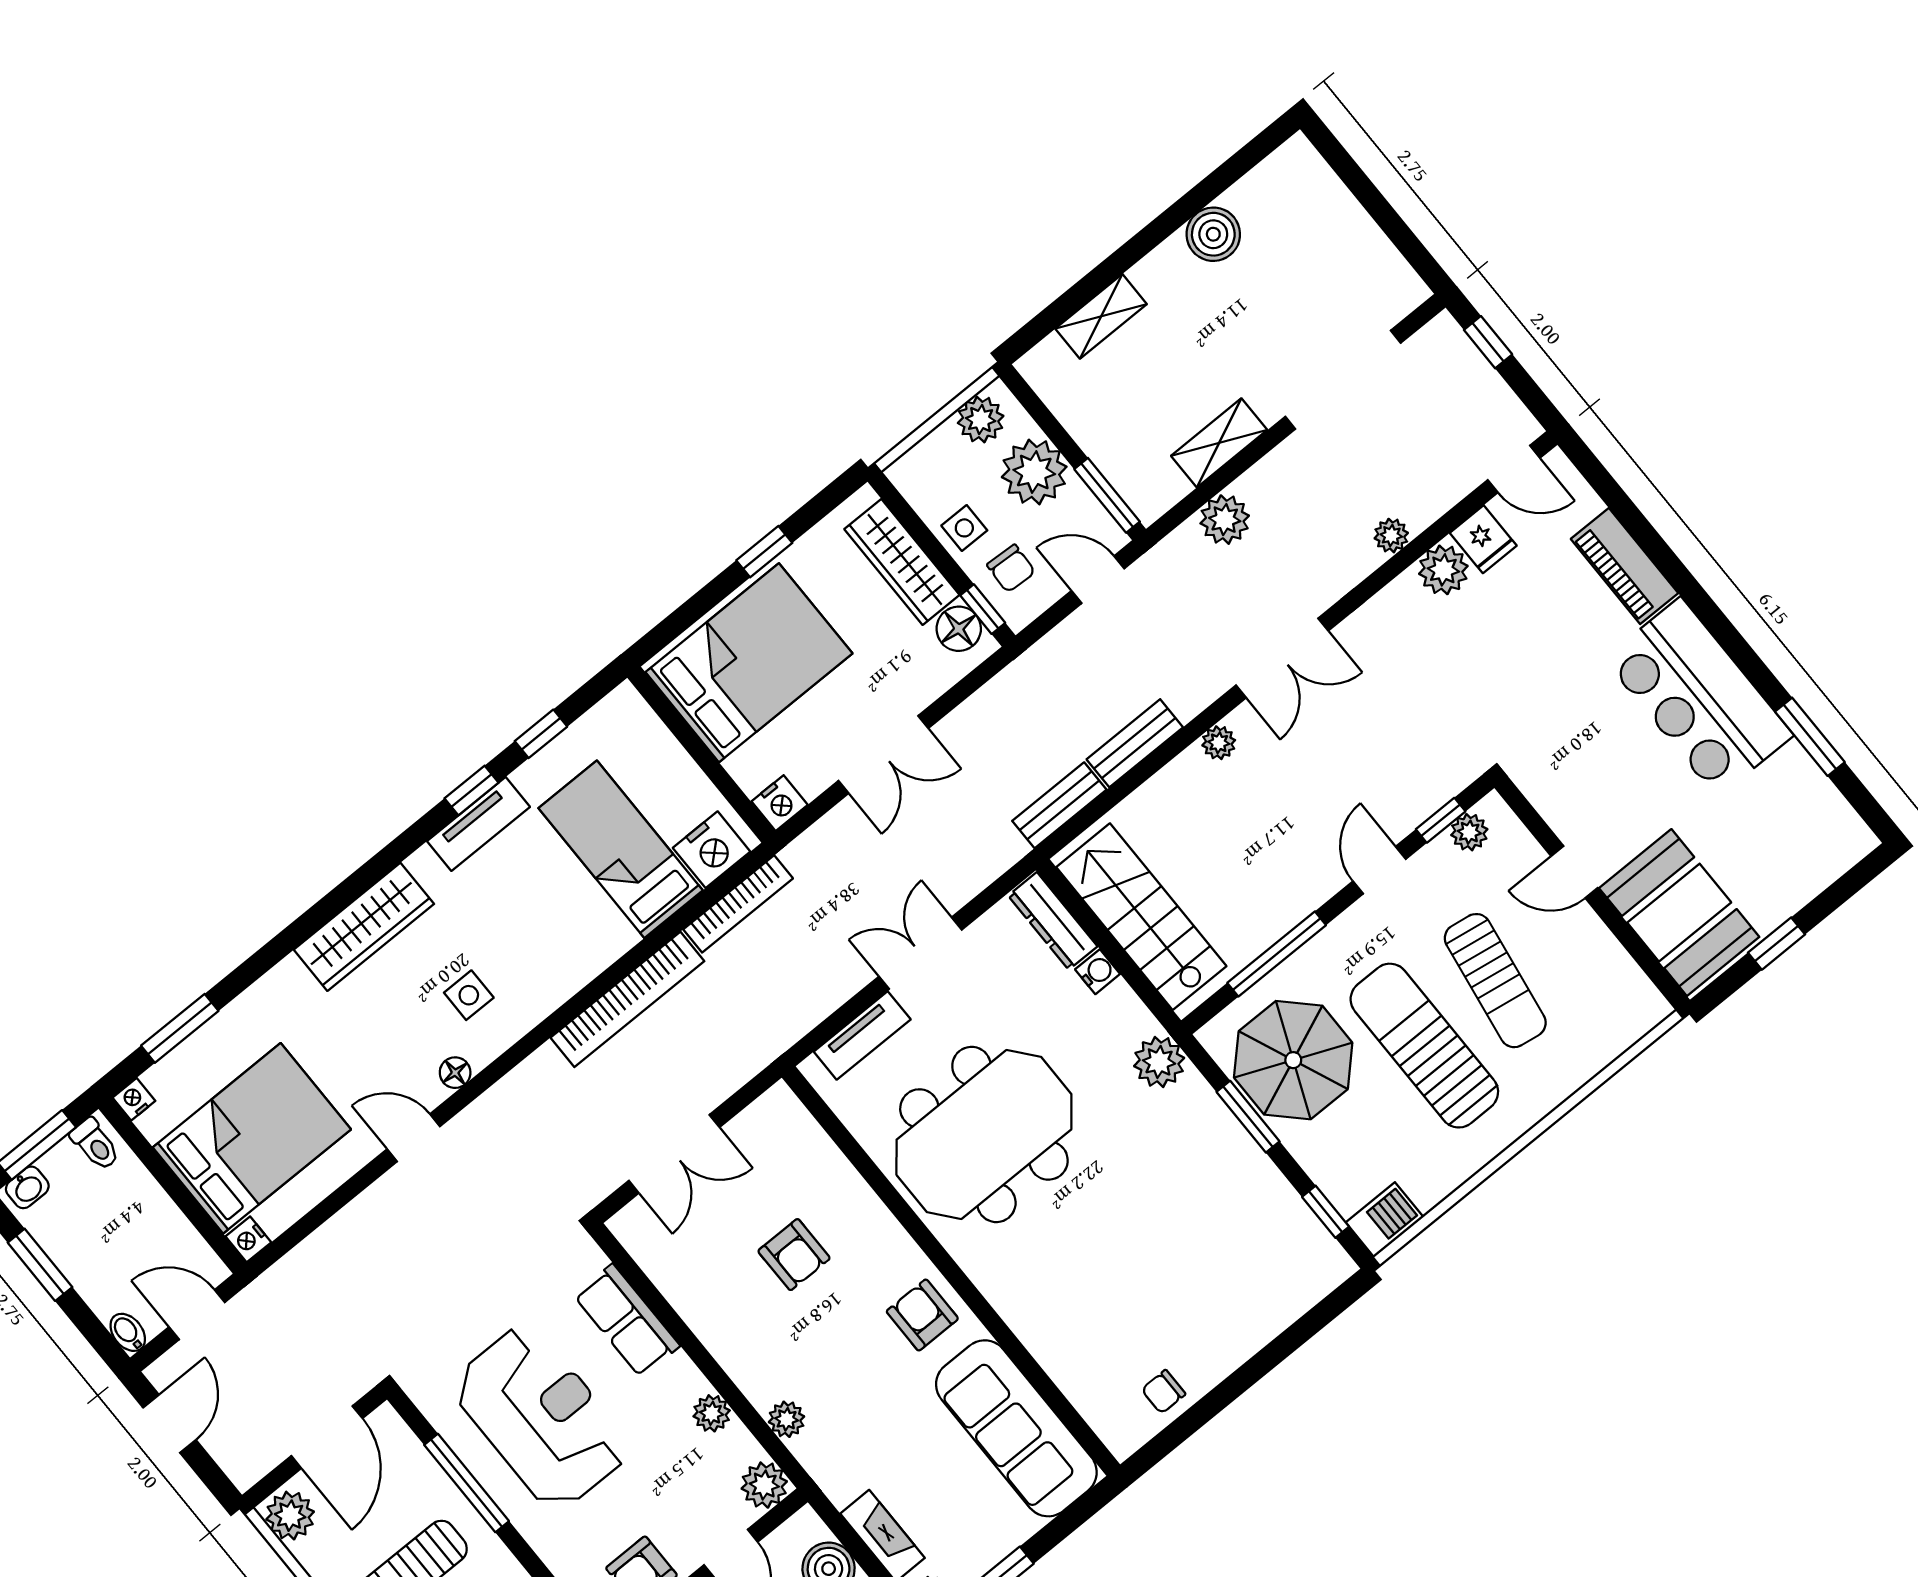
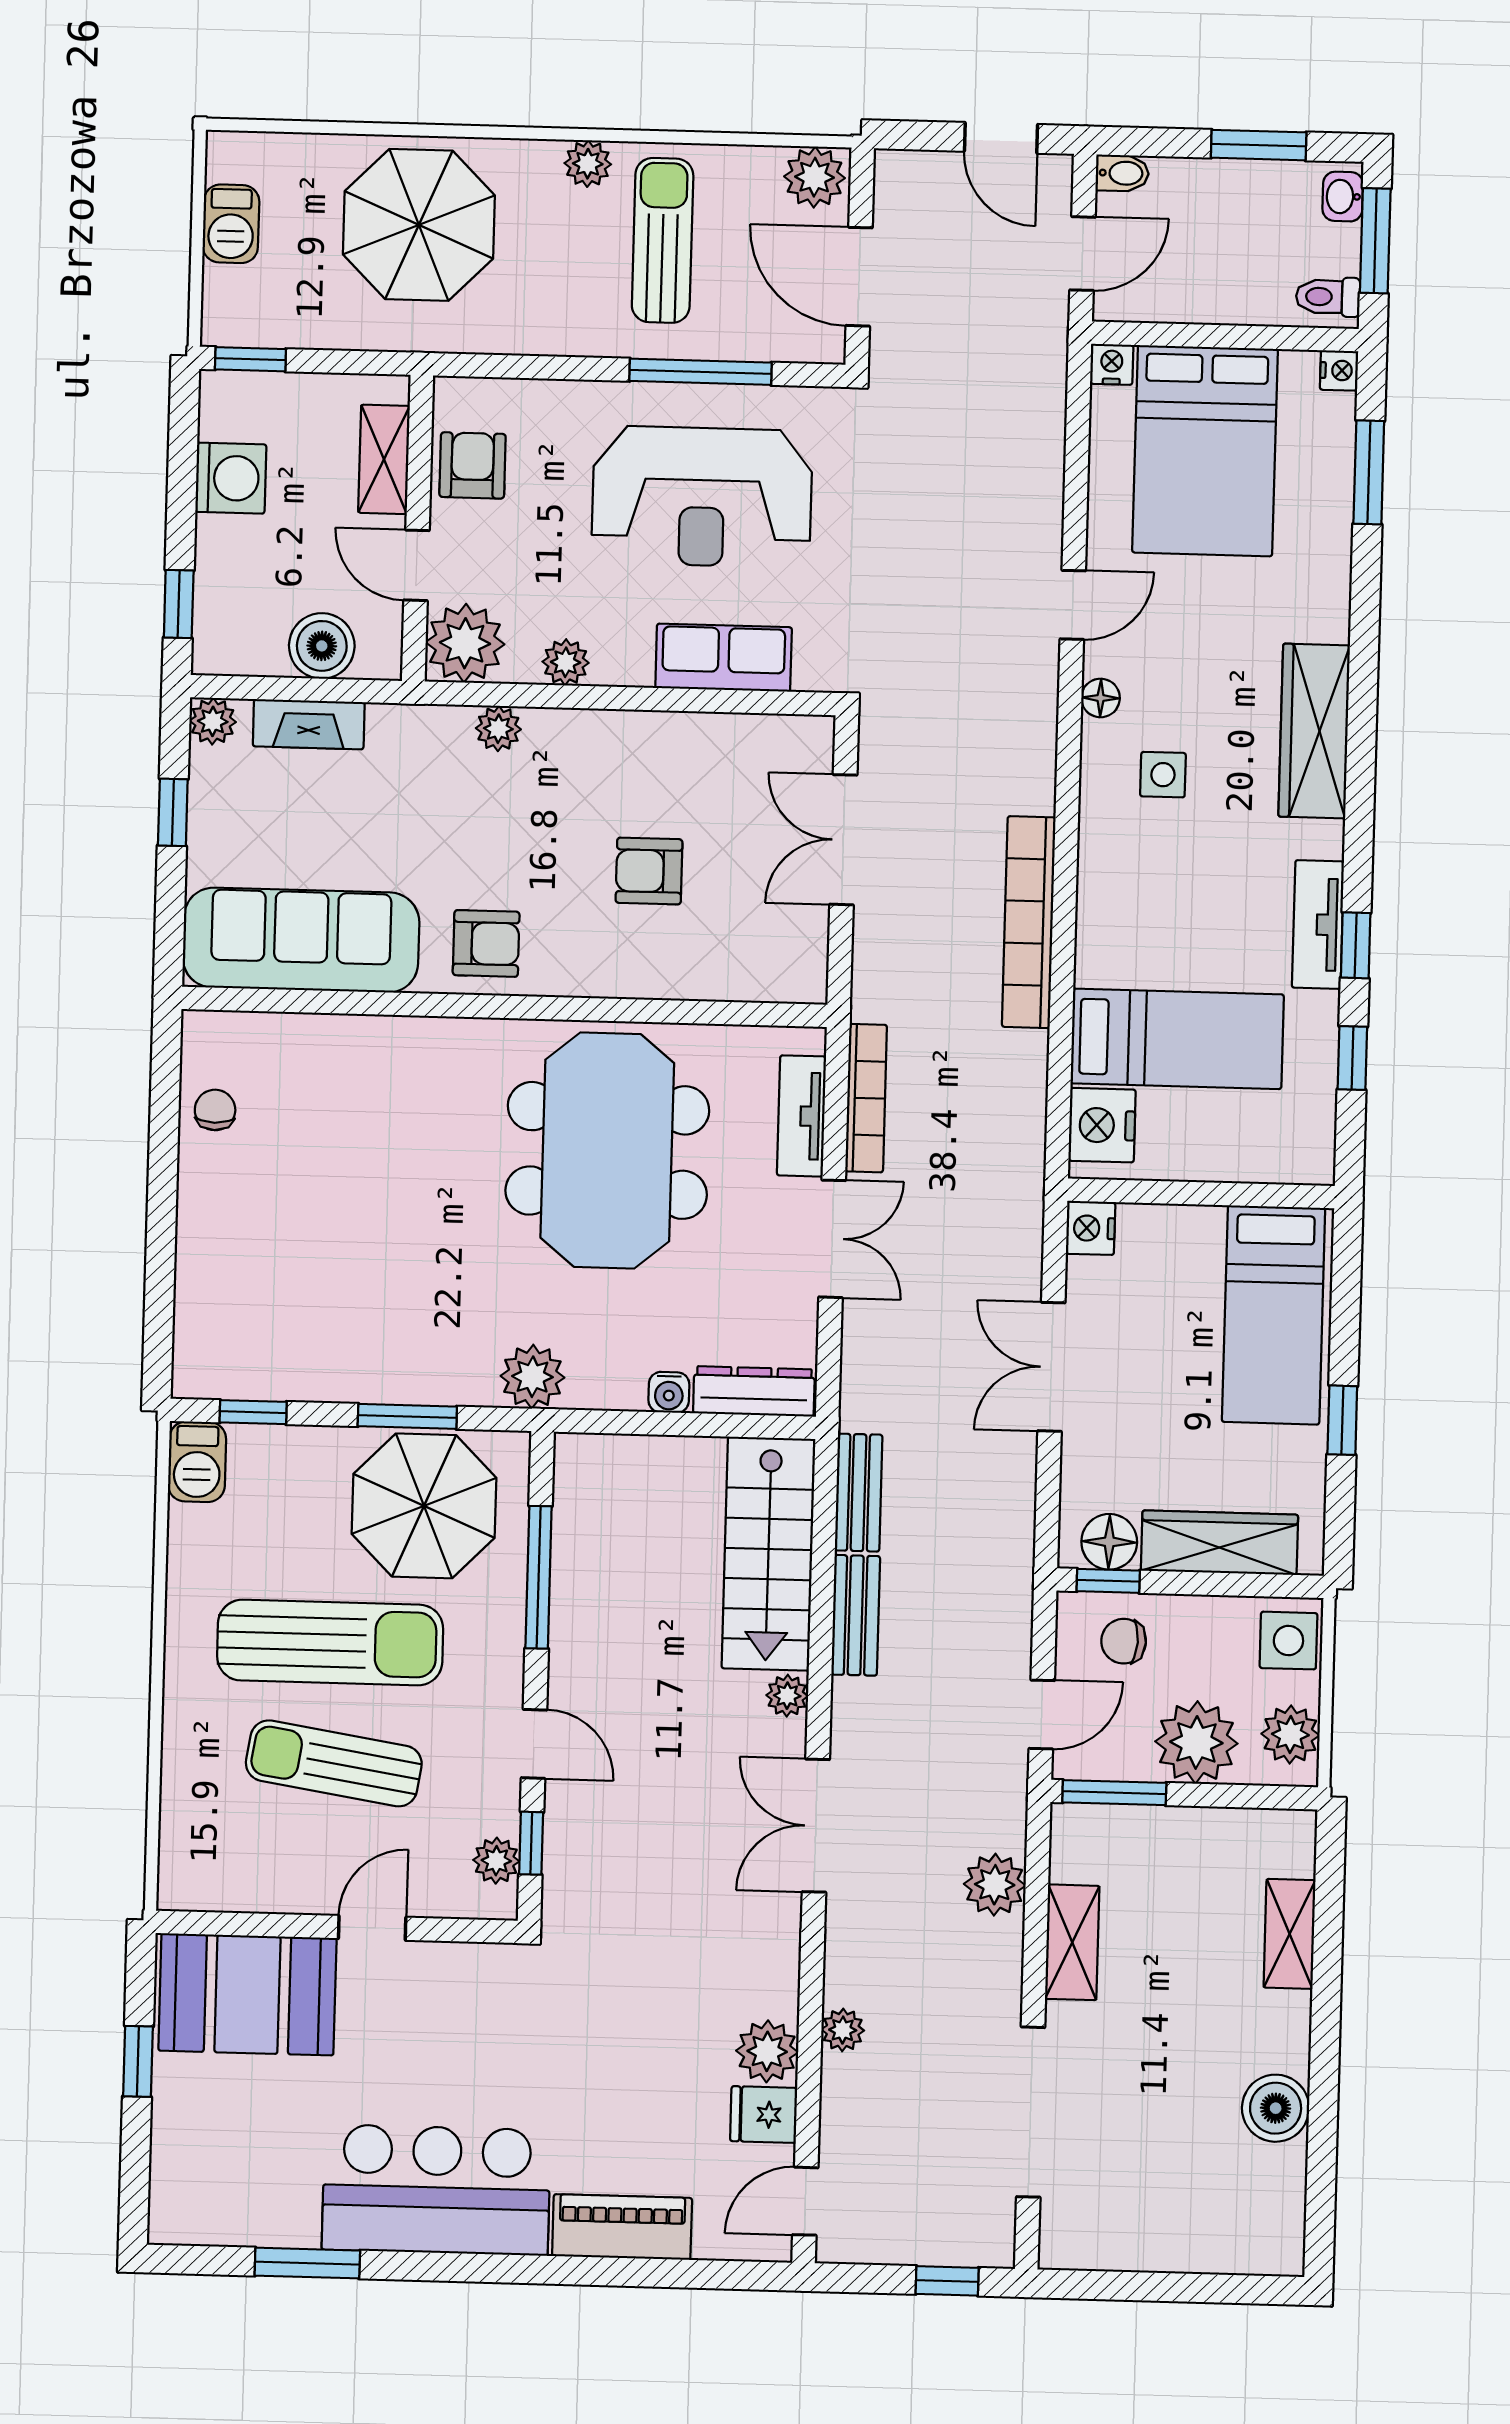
side table: (964, 528) -> (1288, 1641), moved, width x1.37, depth x1.37
bed: (749, 663) -> (1274, 1315), width x0.67
bookcase: (738, 904) -> (866, 1098), moved, turned 180
stairs: (1141, 917) -> (768, 1554), moved, turned 90
plant: (764, 1485) -> (465, 643), width x1.36, depth x1.36

